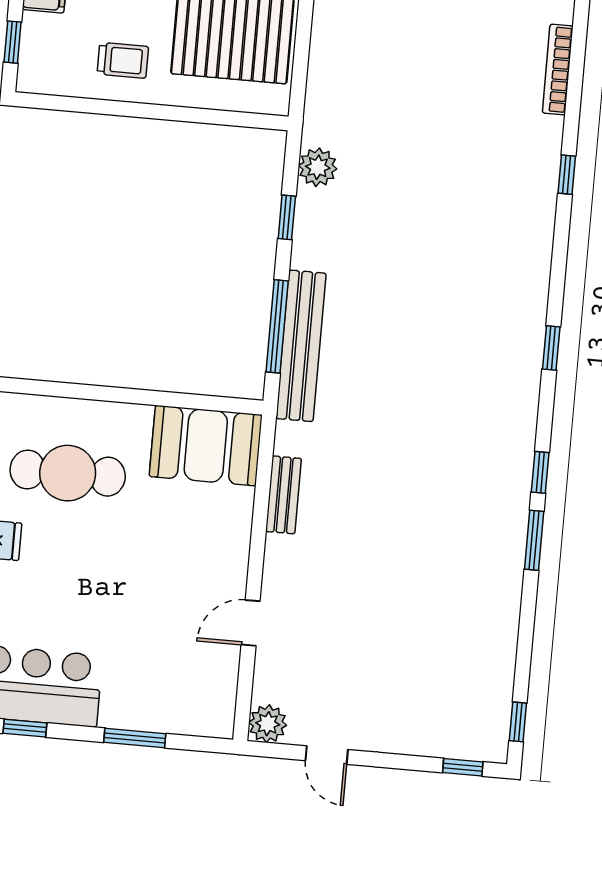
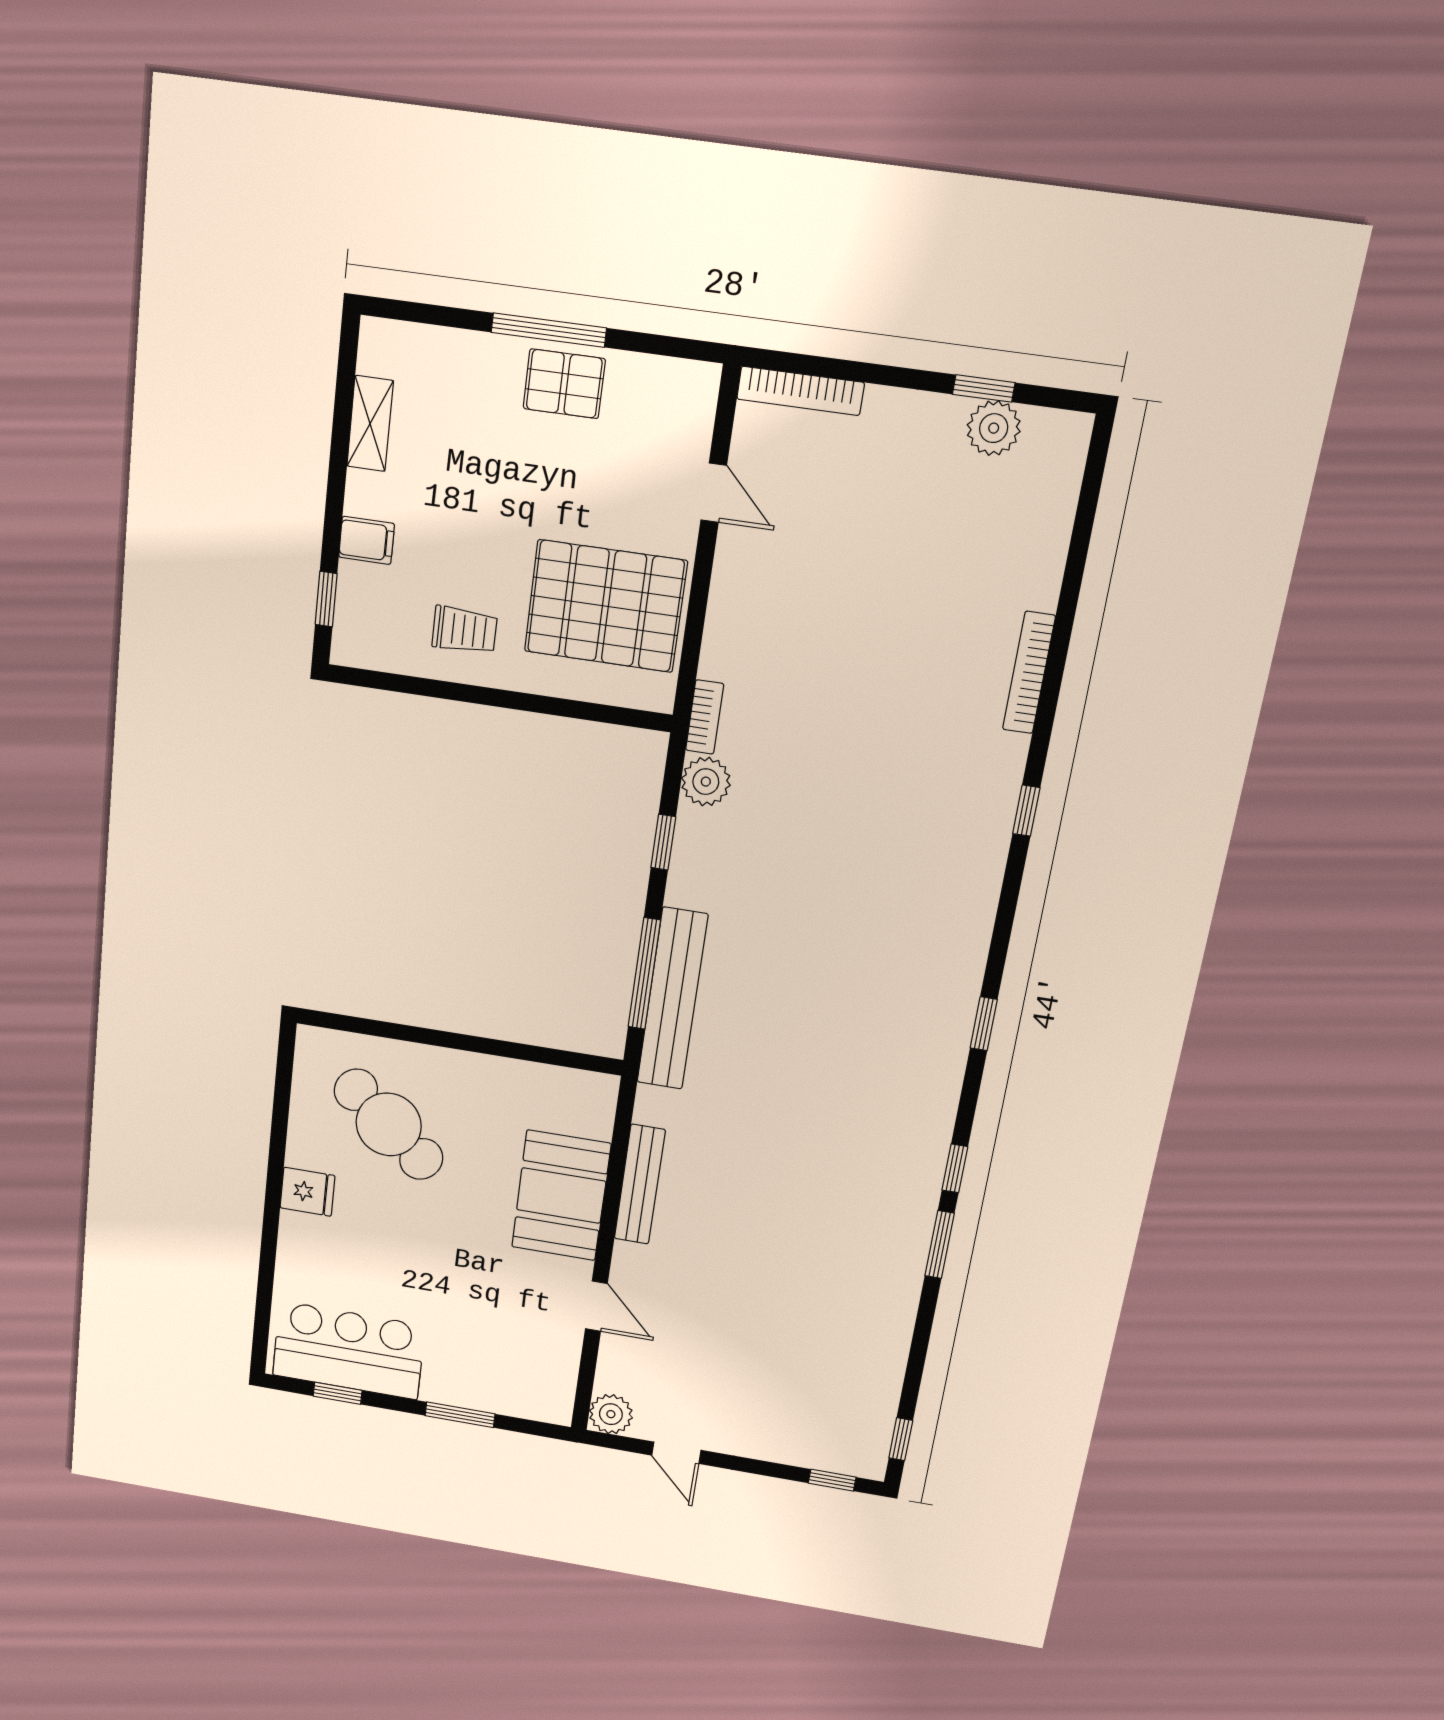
bookcase: (314, 117) -> (705, 717), added
booth: (206, 446) -> (561, 1196), moved, turned 90
cafe table: (68, 473) -> (389, 1124), turned 40
bench: (284, 495) -> (640, 1184), width x1.36
door: (251, 623) -> (596, 1306), swing flipped

